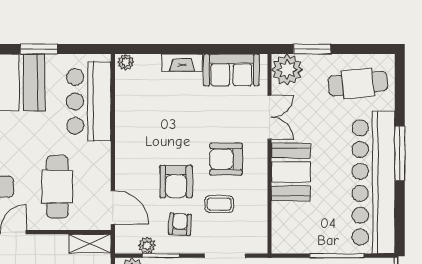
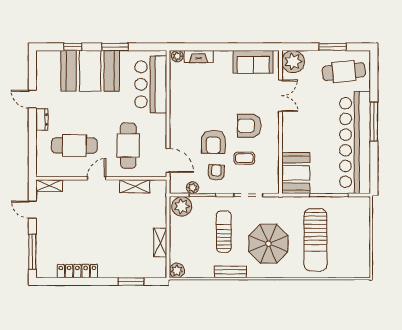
window: (312, 49) -> (333, 47), moved
fireplace: (182, 63) -> (199, 56), moved
booth: (291, 172) -> (296, 173), moved
shelving: (90, 244) -> (135, 186), moved

